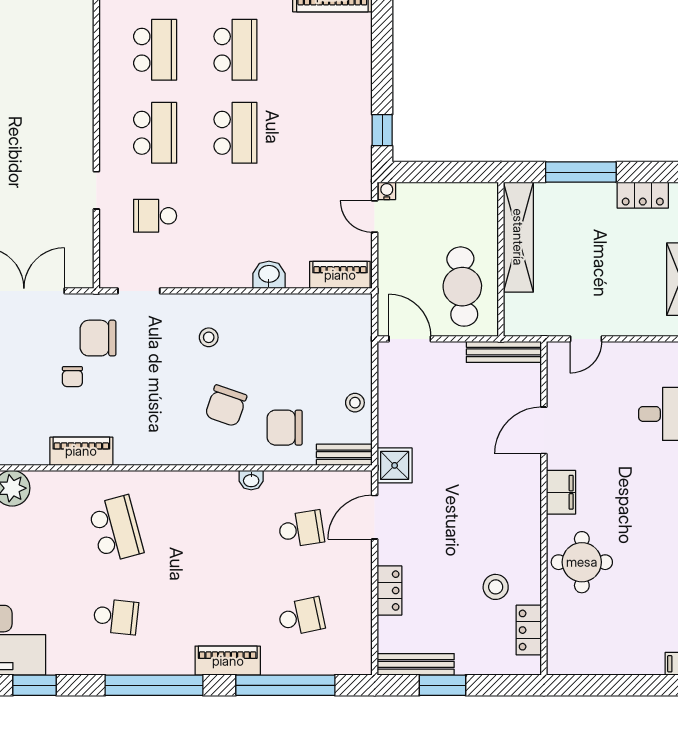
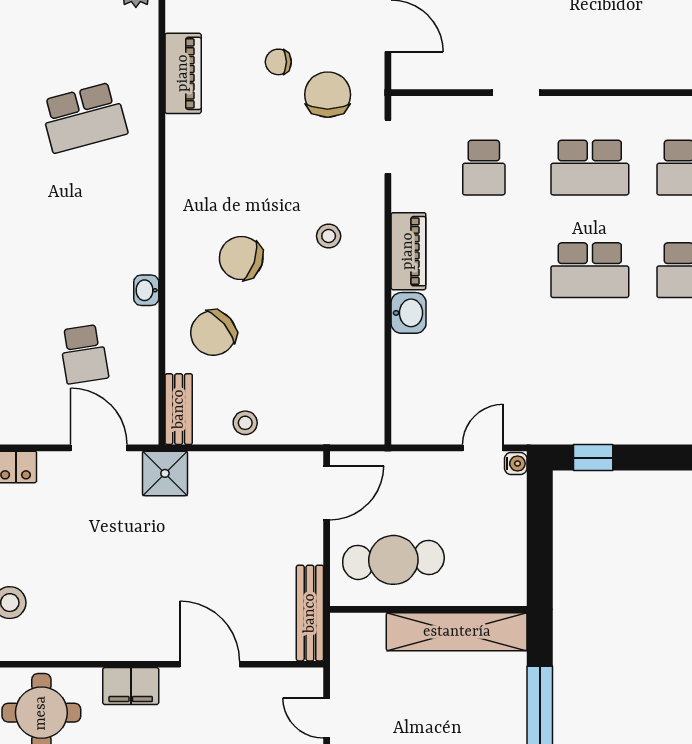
school desk: (155, 216) -> (484, 168), turned 180
piano: (340, 275) -> (408, 251), moved
chair: (285, 428) -> (213, 333), turned -131

